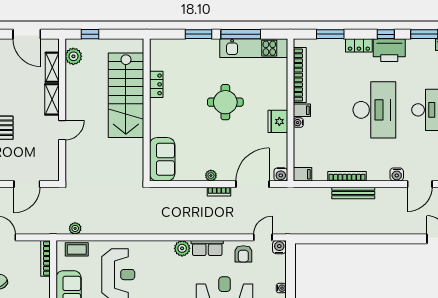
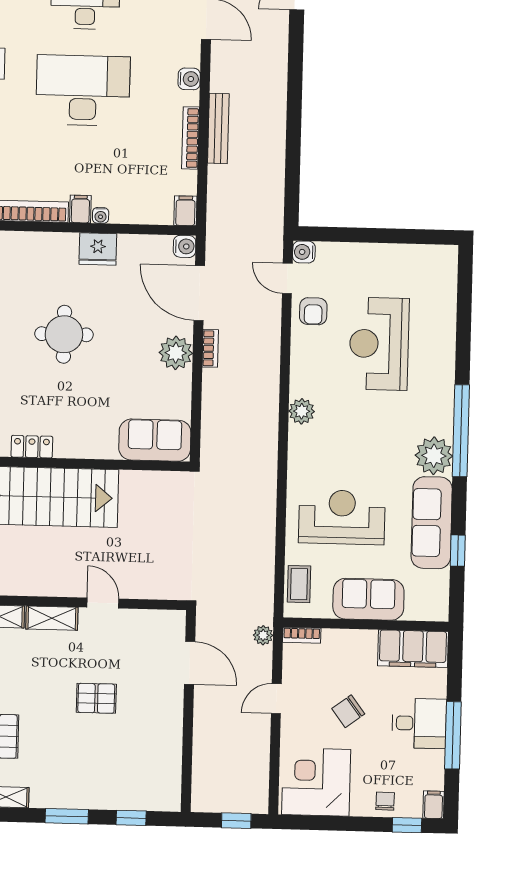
water cooler: (397, 174) -> (189, 79), moved
plant: (211, 176) -> (176, 353), width x1.88, depth x1.88
plant: (75, 228) -> (263, 635), moved
row of seats: (207, 248) -> (302, 370), removed
armchair: (243, 254) -> (313, 311), turned 90
bookcase: (46, 258) -> (302, 635), width x0.64
water cooler: (281, 288) -> (371, 251), removed

